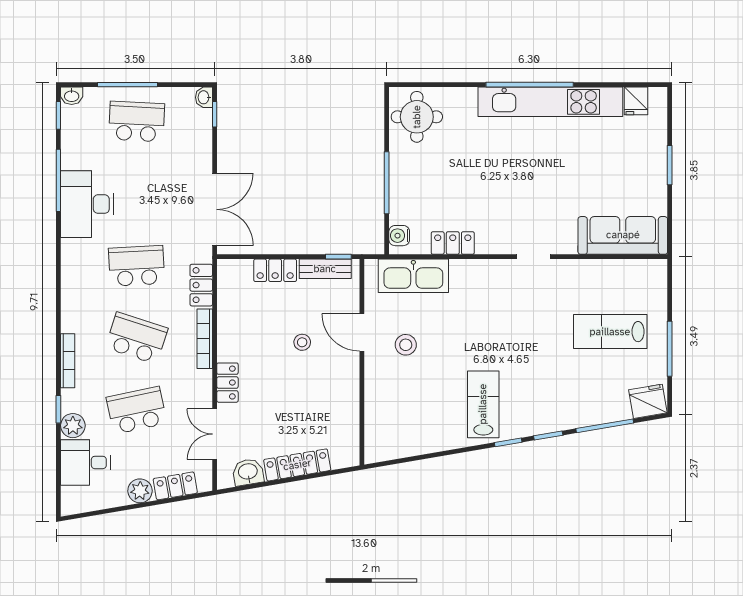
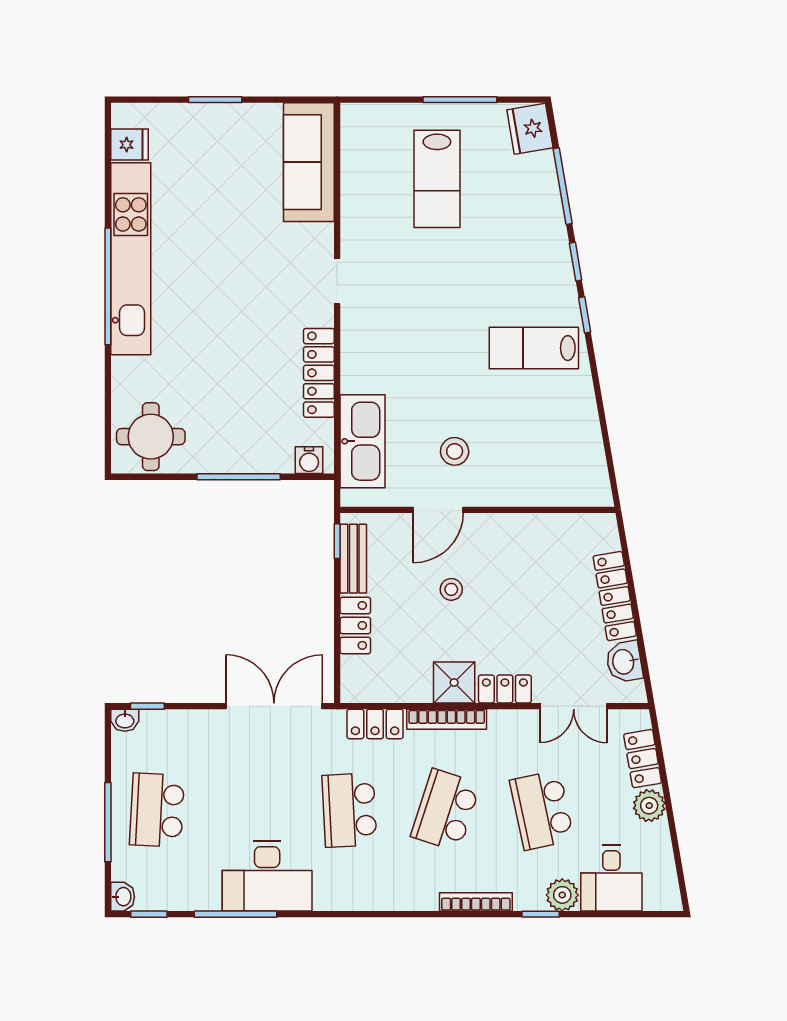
locker: (453, 243) -> (319, 373), width x1.53
shower: (232, 344) -> (454, 682), added

